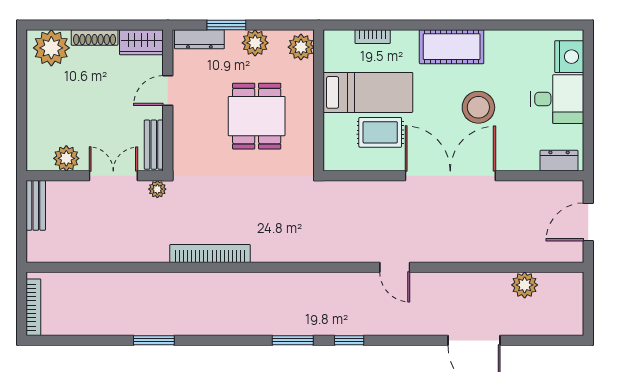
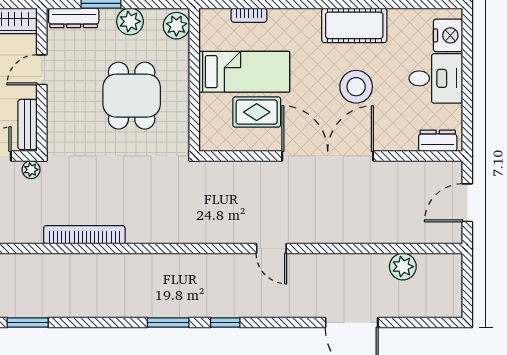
cot: (452, 47) -> (354, 25), moved

